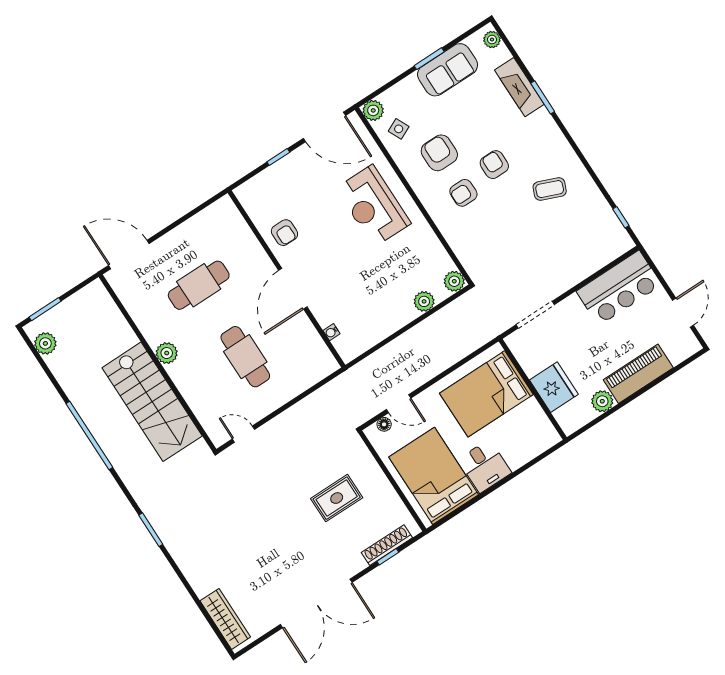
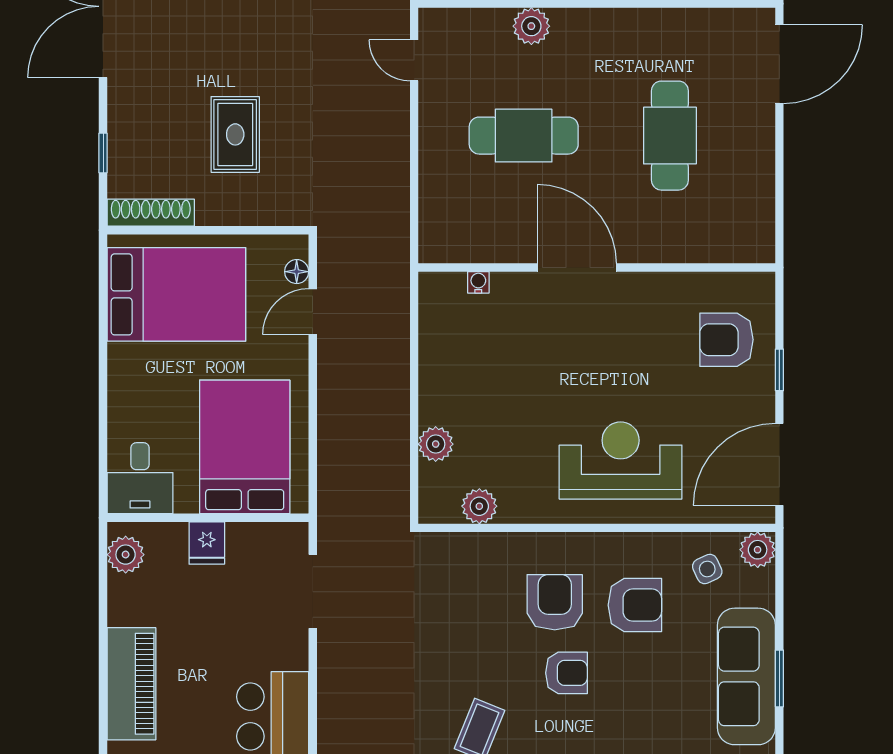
sofa: (448, 70) -> (746, 676), width x1.36
armchair: (463, 193) -> (555, 602), width x1.38, depth x1.38
armchair: (284, 233) -> (726, 340), moved, width x1.38, depth x1.38
plant: (454, 281) -> (479, 506), moved
plant: (167, 353) -> (531, 26), moved
fridge: (554, 387) -> (207, 543), width x0.53, depth x0.75
plant: (602, 401) -> (126, 555), moved
door: (243, 434) -> (414, 60), swing flipped
desk: (485, 466) -> (140, 478), moved, turned -90
shoe rack: (387, 545) -> (151, 213), moved, turned -90

